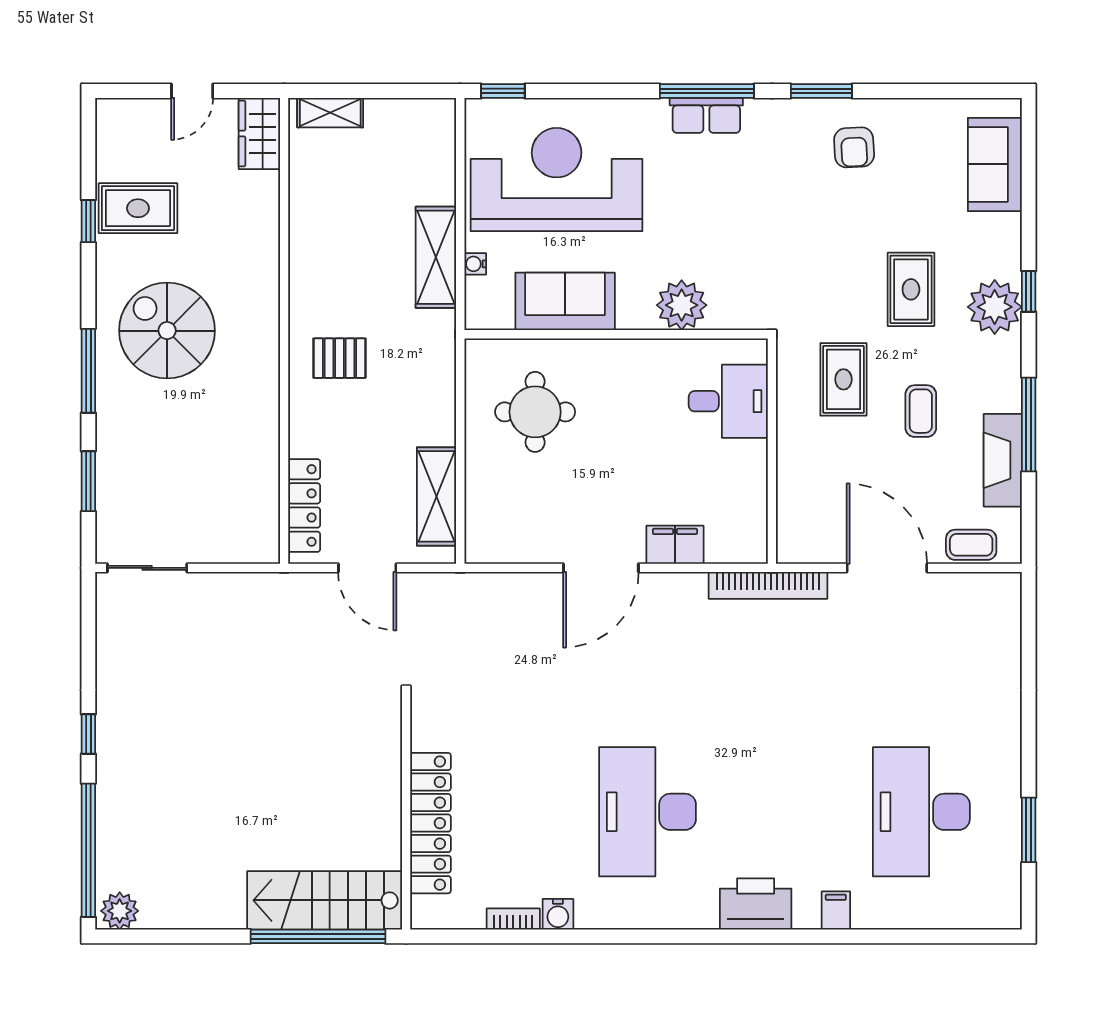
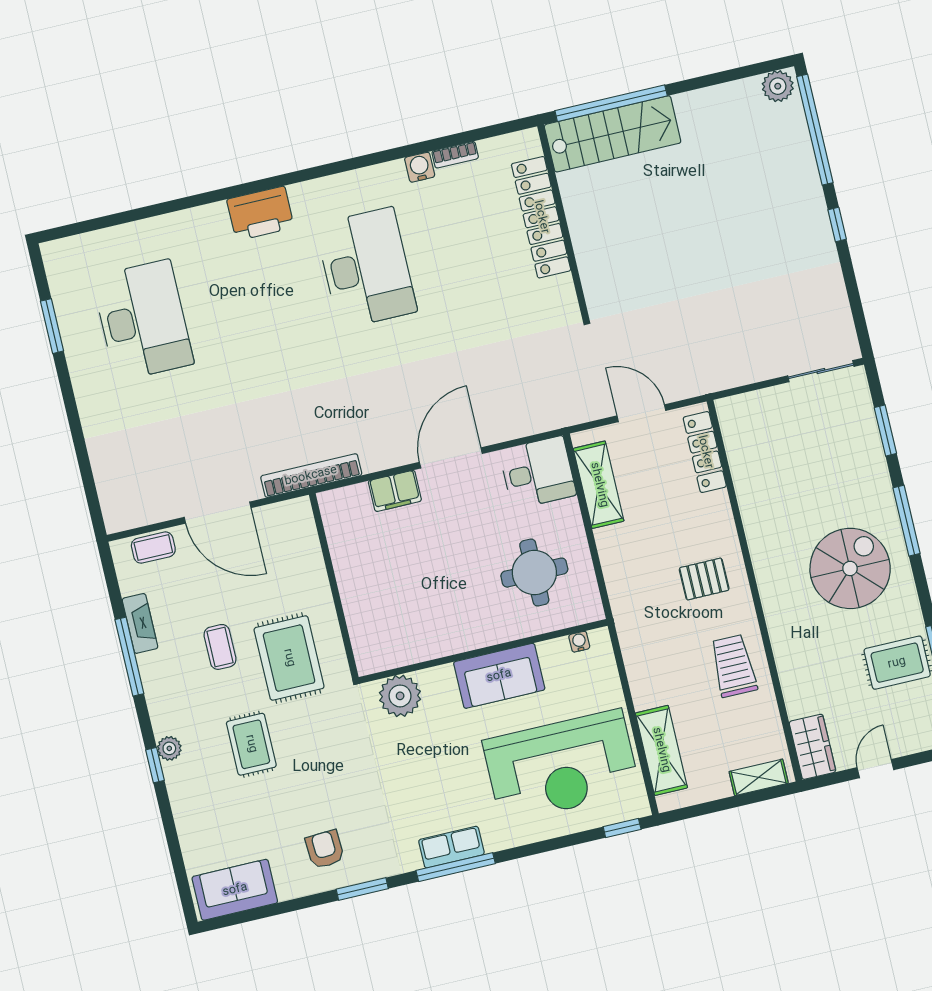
sofa: (995, 164) -> (235, 890), moved, turned -90
trolley: (329, 249) -> (734, 666), added
shelving: (436, 257) -> (661, 750), moved
water cooler: (475, 264) -> (579, 642), moved, turned -90
sofa: (565, 301) -> (499, 676), moved
plant: (682, 305) -> (400, 696), moved
plant: (995, 307) -> (169, 748), width x0.53, depth x0.53
spiral stairs: (167, 331) -> (850, 568), turned -90
rug: (843, 379) -> (289, 658), width x1.36, depth x1.43
desk: (728, 401) -> (538, 473), moved, turned 180
fireplace: (1003, 460) -> (140, 623), width x0.73, depth x0.76
filing cabinet: (836, 911) -> (194, 223), removed

